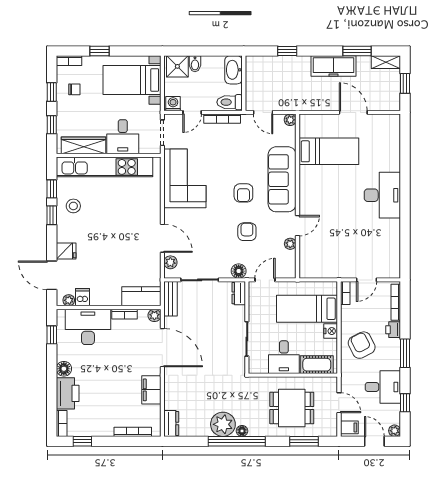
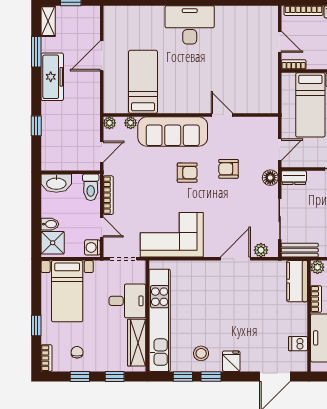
plant: (290, 244) -> (131, 123), moved
fridge: (66, 251) -> (231, 361), moved
door: (265, 280) -> (280, 150), swing flipped
plant: (69, 300) -> (301, 358), removed

